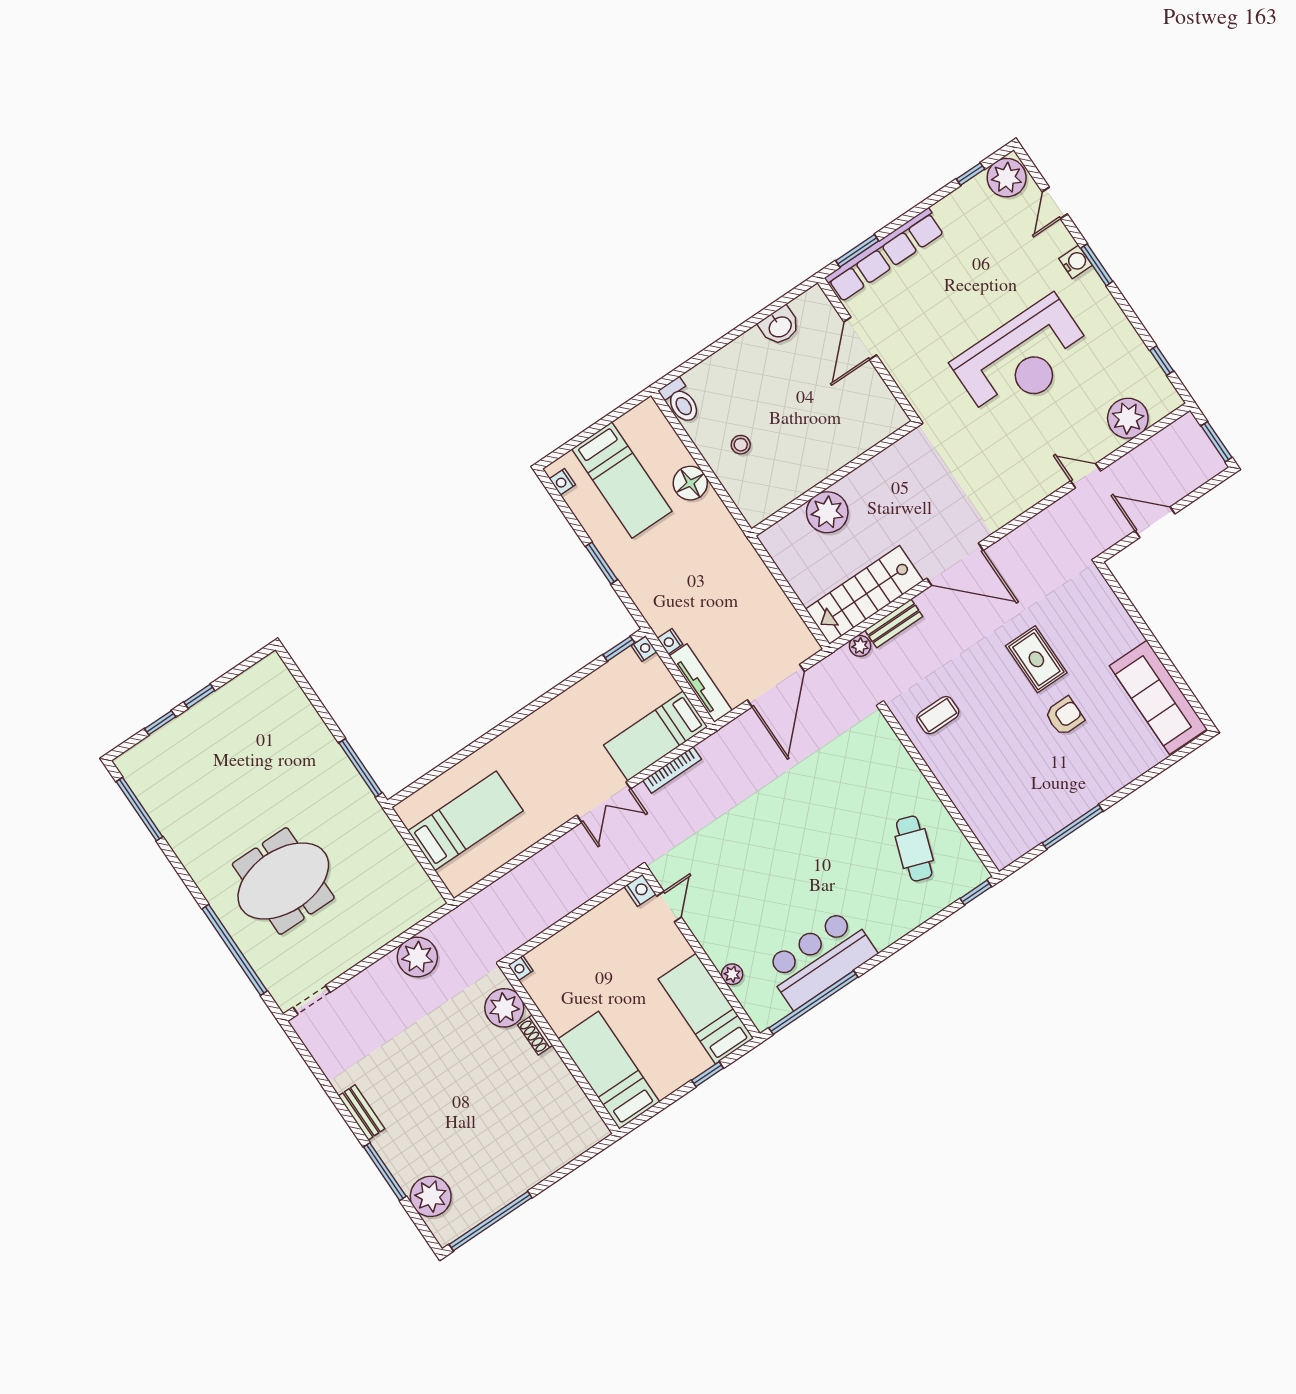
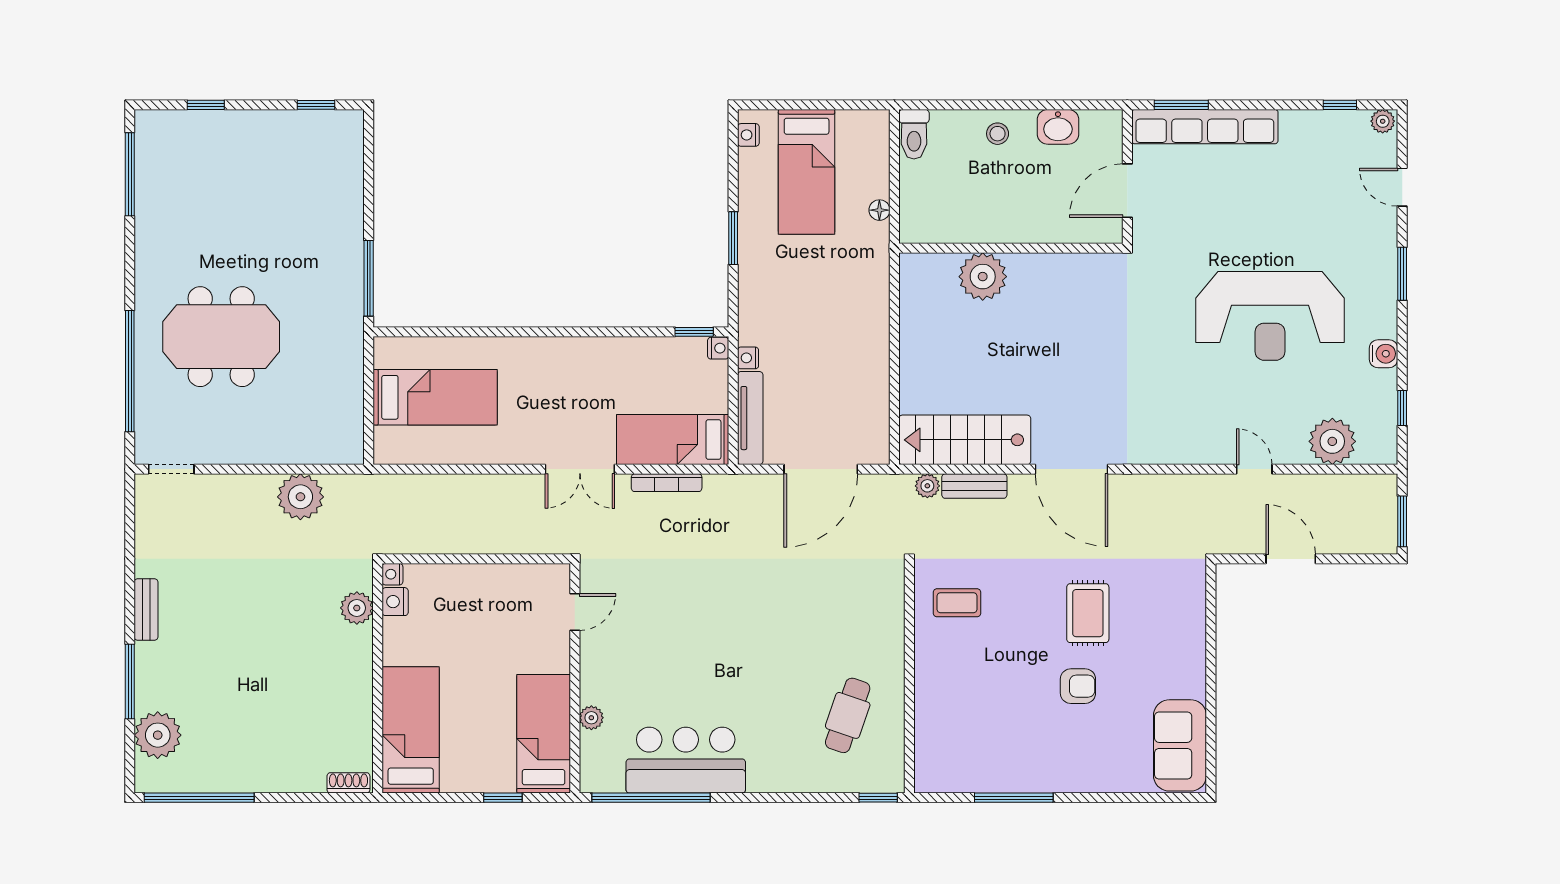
plant: (1007, 178) -> (1383, 121), width x0.53, depth x0.53
door: (1055, 203) -> (1402, 187), hinge flipped
water cooler: (1075, 262) -> (1384, 354), moved
stool: (741, 445) -> (998, 134), moved
wall: (834, 478) -> (1011, 248), moved
floor lamp: (690, 483) -> (879, 210), width x0.53, depth x0.53
plant: (827, 512) -> (983, 277), moved
window: (199, 696) -> (316, 105), moved
sofa: (1158, 697) -> (1180, 745), width x0.73
nightstand: (640, 890) -> (395, 602), moved, turned 180
plant: (504, 1008) -> (357, 608), width x0.73, depth x0.73
shoe rack: (535, 1035) -> (348, 783), moved, turned 90

